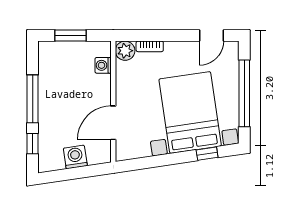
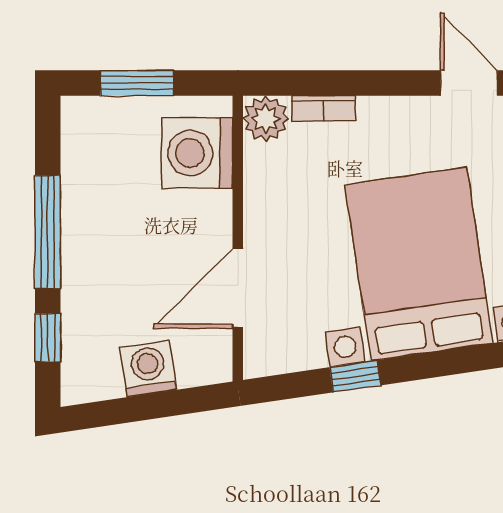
door: (211, 36) -> (469, 83), swing flipped
washing machine: (103, 65) -> (197, 153), width x1.89, depth x1.89
window: (207, 154) -> (355, 376), moved

